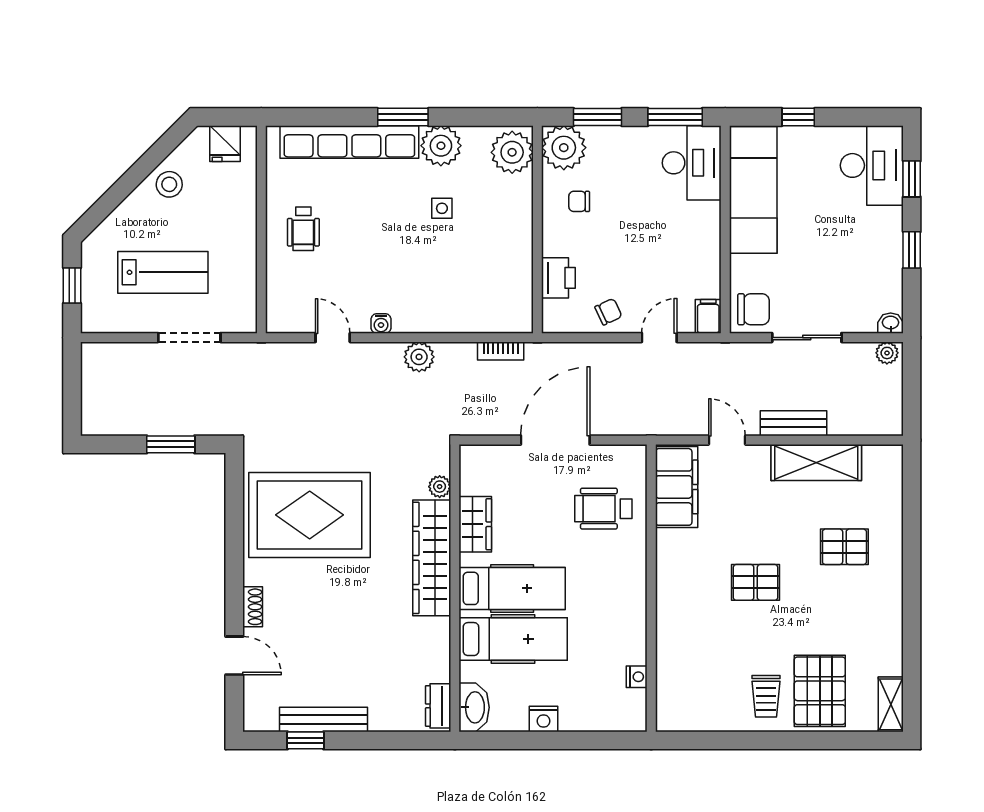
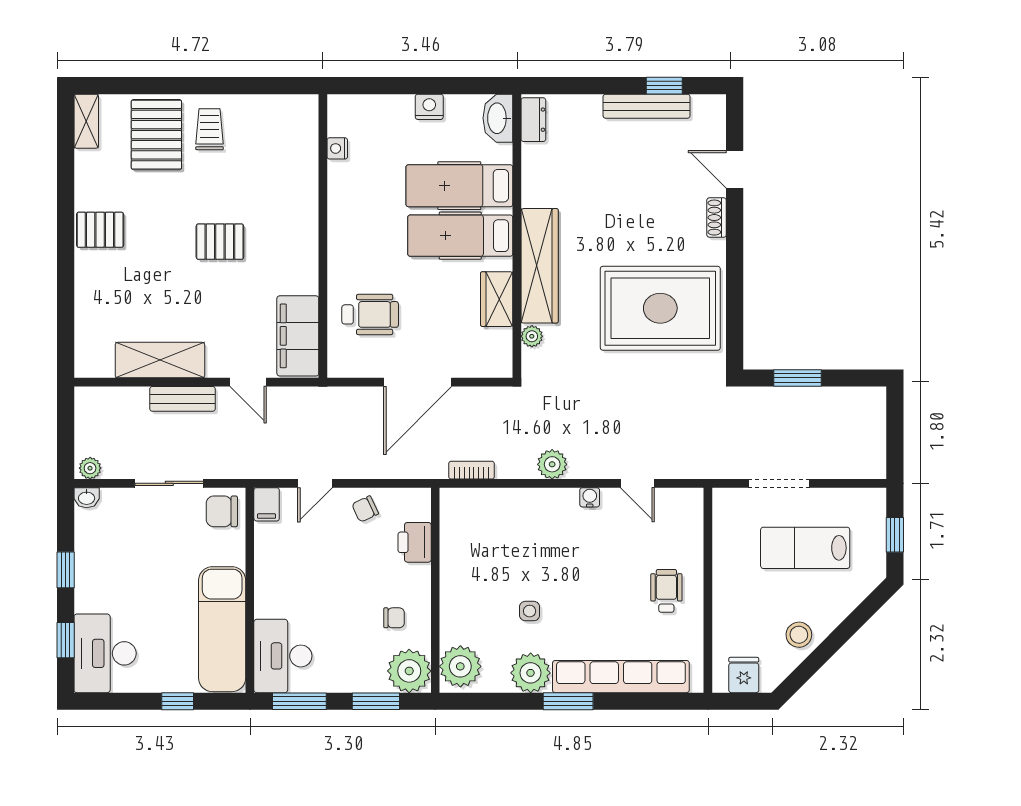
pallet: (844, 547) -> (100, 230), moved

